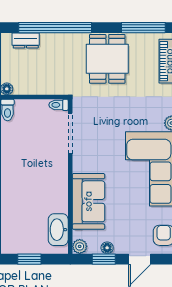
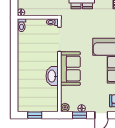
sofa: (88, 201) -> (70, 69), moved
washbasin: (58, 230) -> (52, 76), moved

